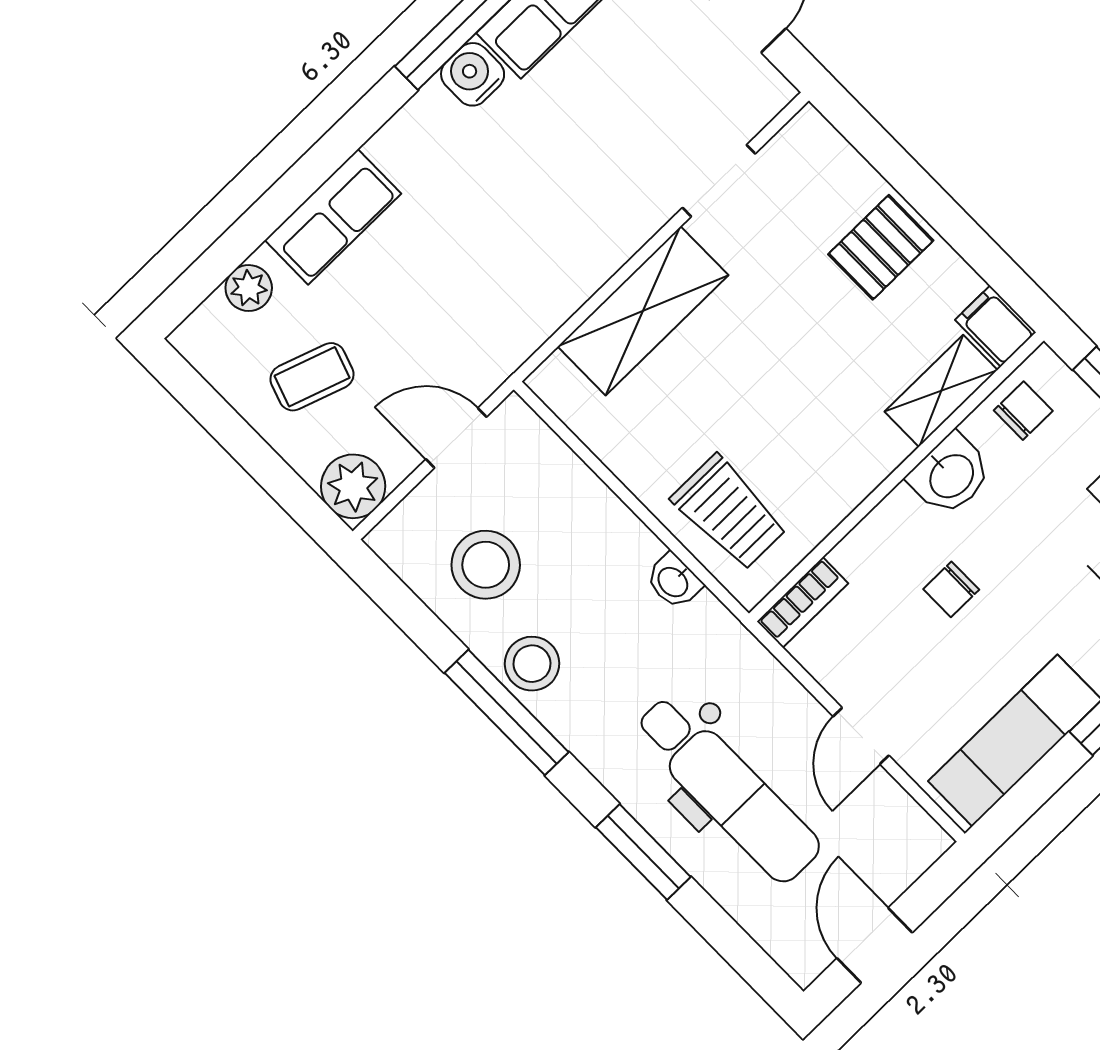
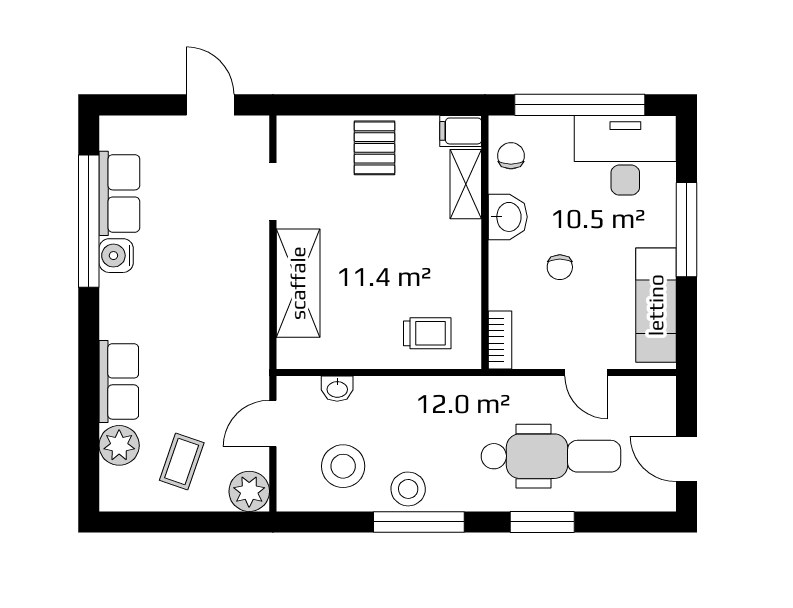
plant: (249, 288) -> (119, 445), width x1.38, depth x1.38
trolley: (729, 513) -> (427, 333), width x0.73, depth x0.72
washbasin: (674, 581) -> (337, 389), moved

